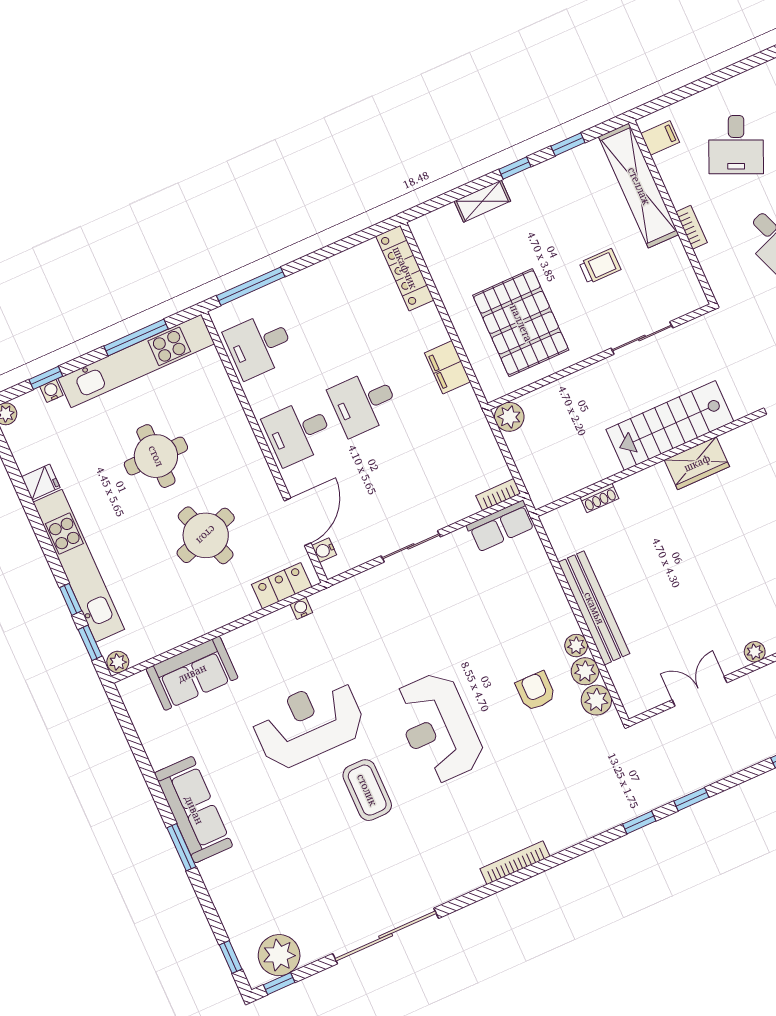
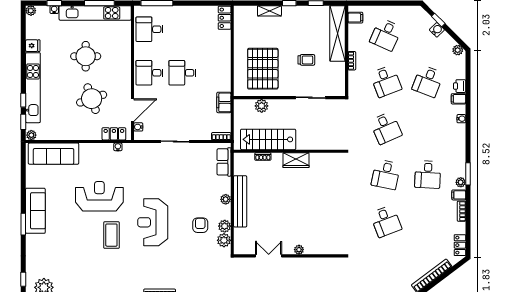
locker: (405, 268) -> (225, 18), width x0.66
filing cabinet: (448, 367) -> (224, 102), moved
plant: (509, 417) -> (262, 106), moved
stairs: (670, 425) -> (268, 139), moved
wardrobe: (697, 463) -> (296, 160), moved
row of seats: (501, 526) -> (224, 162), moved, turned 90
plant: (576, 646) -> (226, 199), moved
sofa: (192, 673) -> (54, 154), width x1.36

